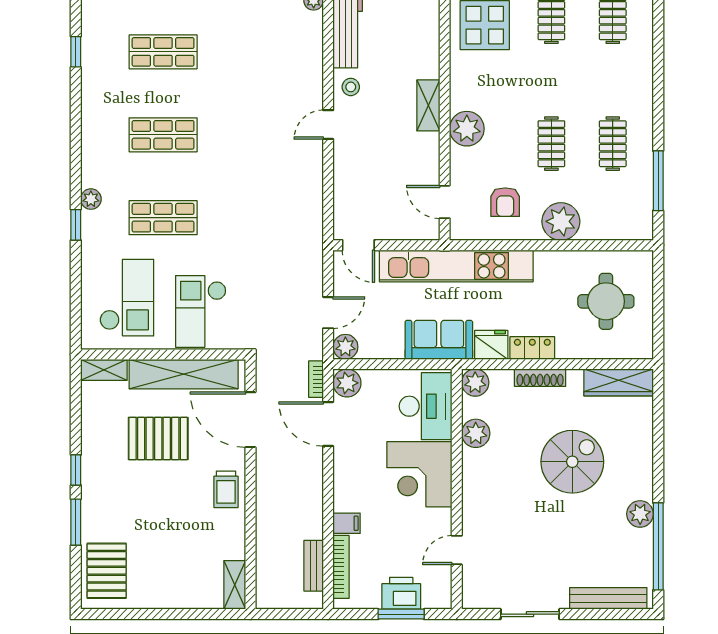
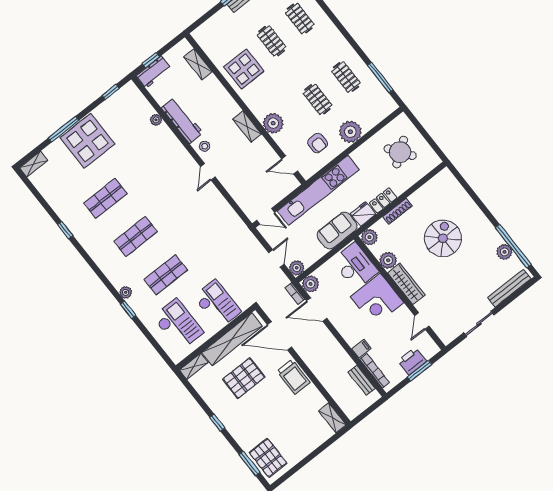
round table: (606, 301) -> (400, 152), turned -36
checkout: (201, 311) -> (217, 304), turned 180
wardrobe: (619, 382) -> (406, 284), moved, turned -90
trolley: (226, 489) -> (294, 377), width x1.36, depth x1.39
plant: (640, 514) -> (504, 252), moved
window: (76, 522) -> (250, 463), moved

